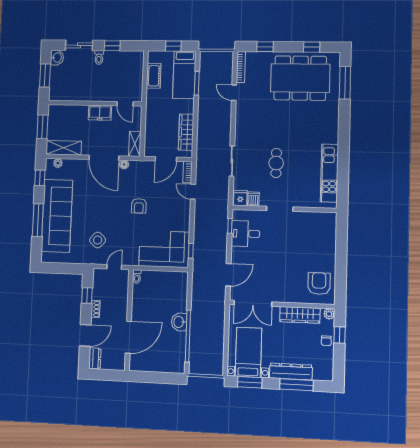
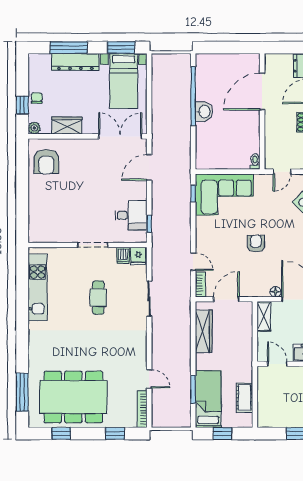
wardrobe: (300, 315) -> (67, 126), width x0.67

